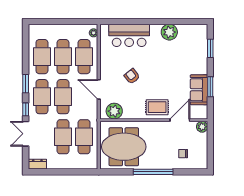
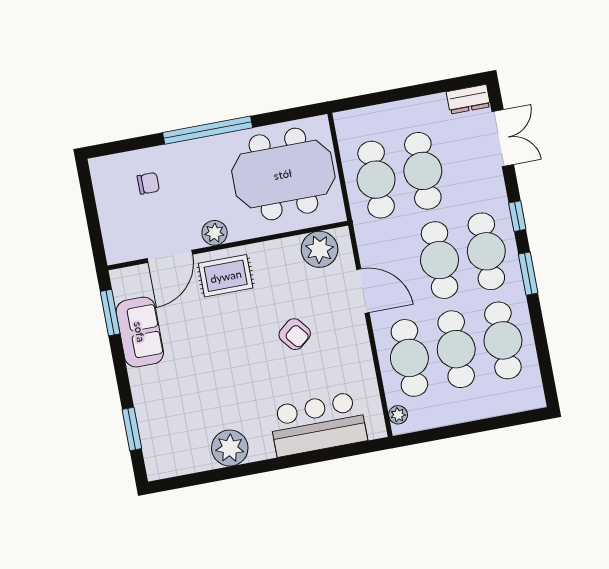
window: (210, 87) -> (110, 313), moved
plant: (202, 127) -> (215, 233), moved
double door: (26, 134) -> (503, 138), moved

